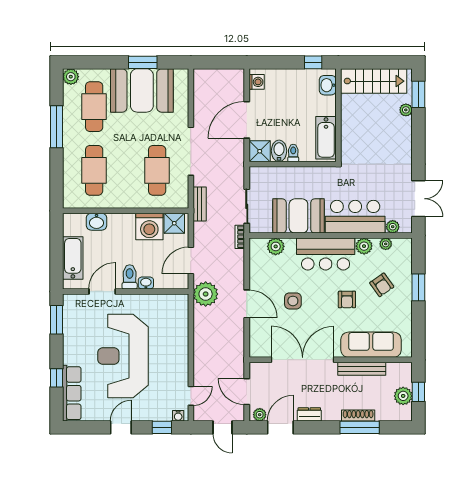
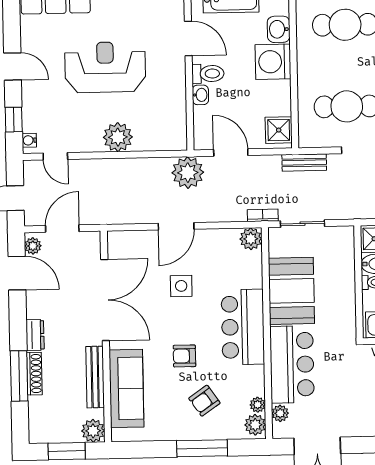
washing machine: (149, 227) -> (273, 62), moved
plant: (276, 246) -> (251, 239), moved
plant: (364, 246) -> (255, 425), moved
window: (418, 287) -> (202, 448), width x1.44
plant: (177, 347) -> (118, 137), added
reception desk: (123, 356) -> (105, 67), width x0.74, depth x0.77
window: (418, 392) -> (67, 451), width x1.50
plant: (403, 396) -> (93, 431), moved
dresser: (309, 414) -> (35, 335), moved

